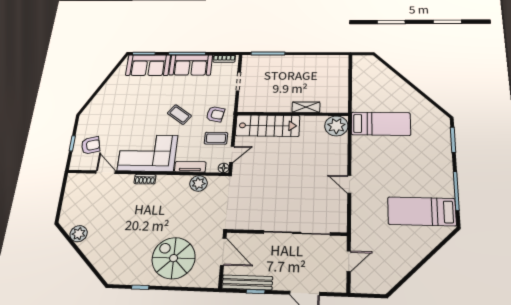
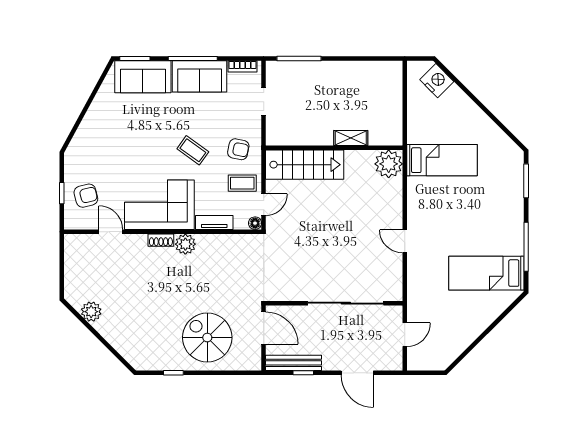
nightstand: (376, 68) -> (437, 81), added
plant: (199, 183) -> (185, 244), moved

